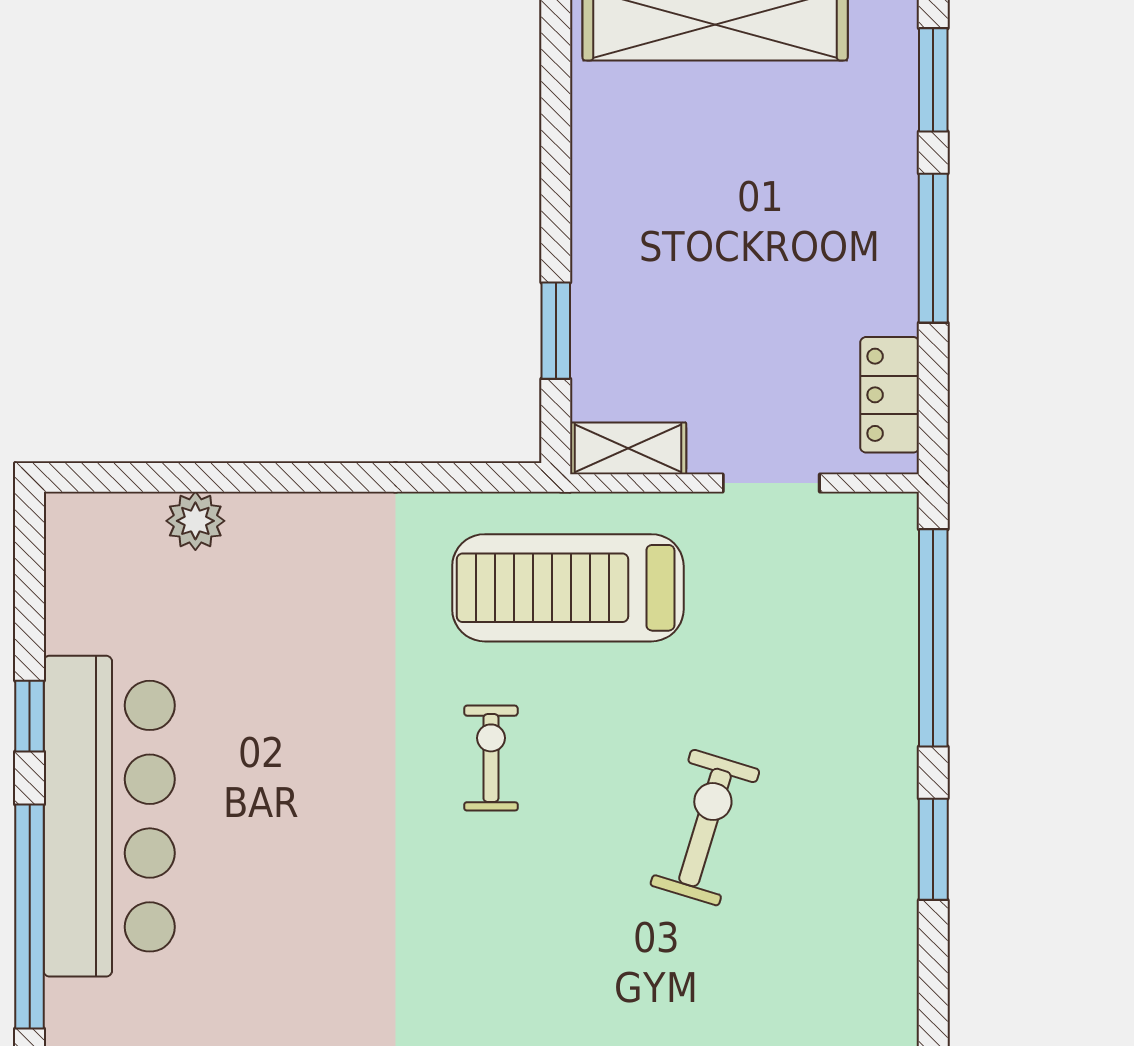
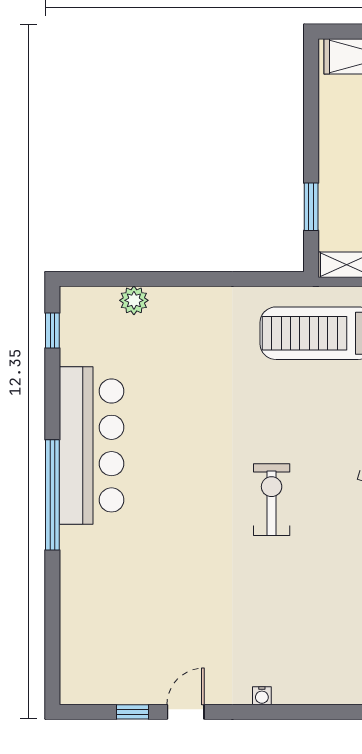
window: (30, 716) -> (52, 331), moved
exercise bike: (491, 758) -> (272, 500), moved, width x1.38, depth x1.39

